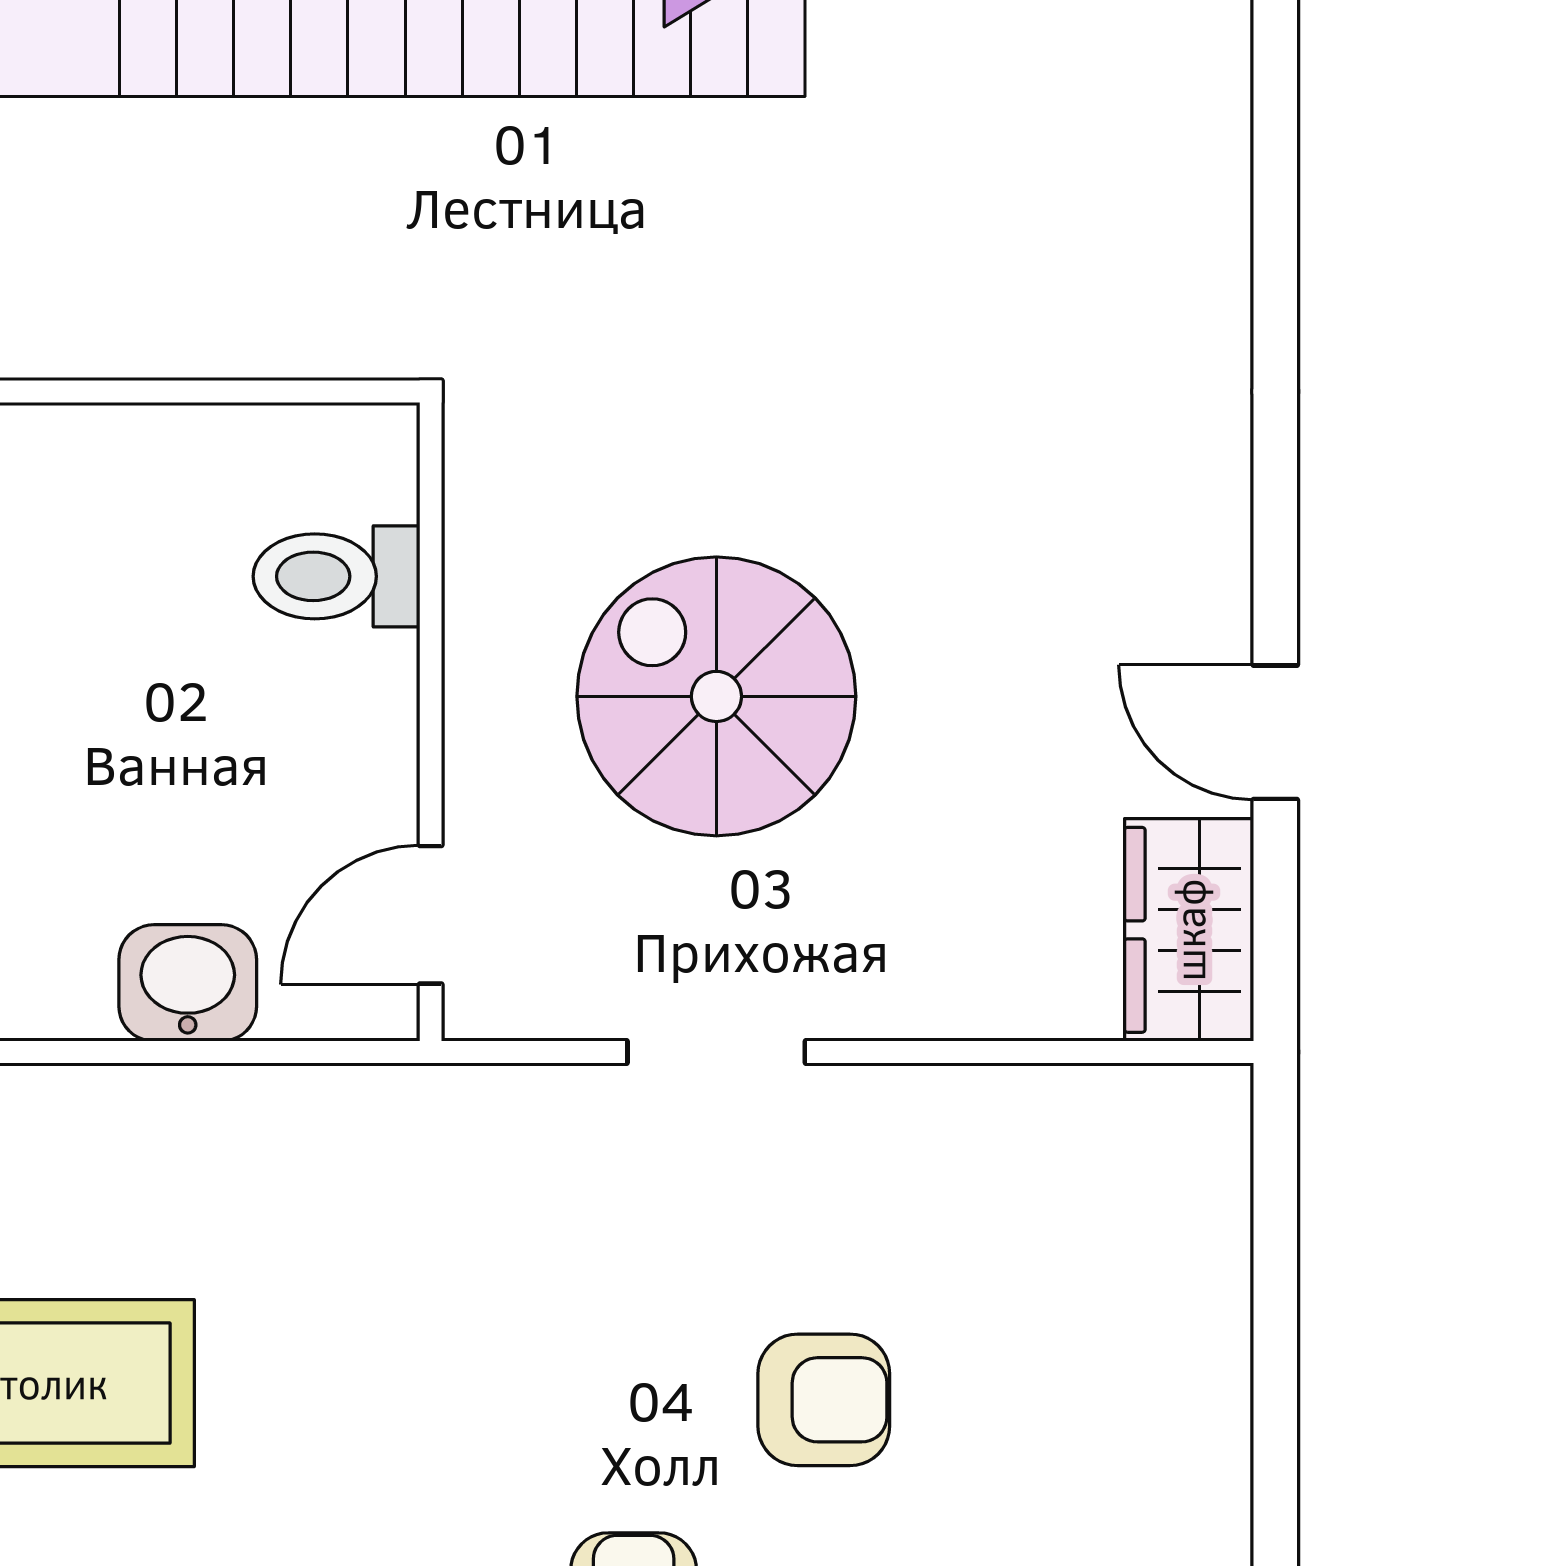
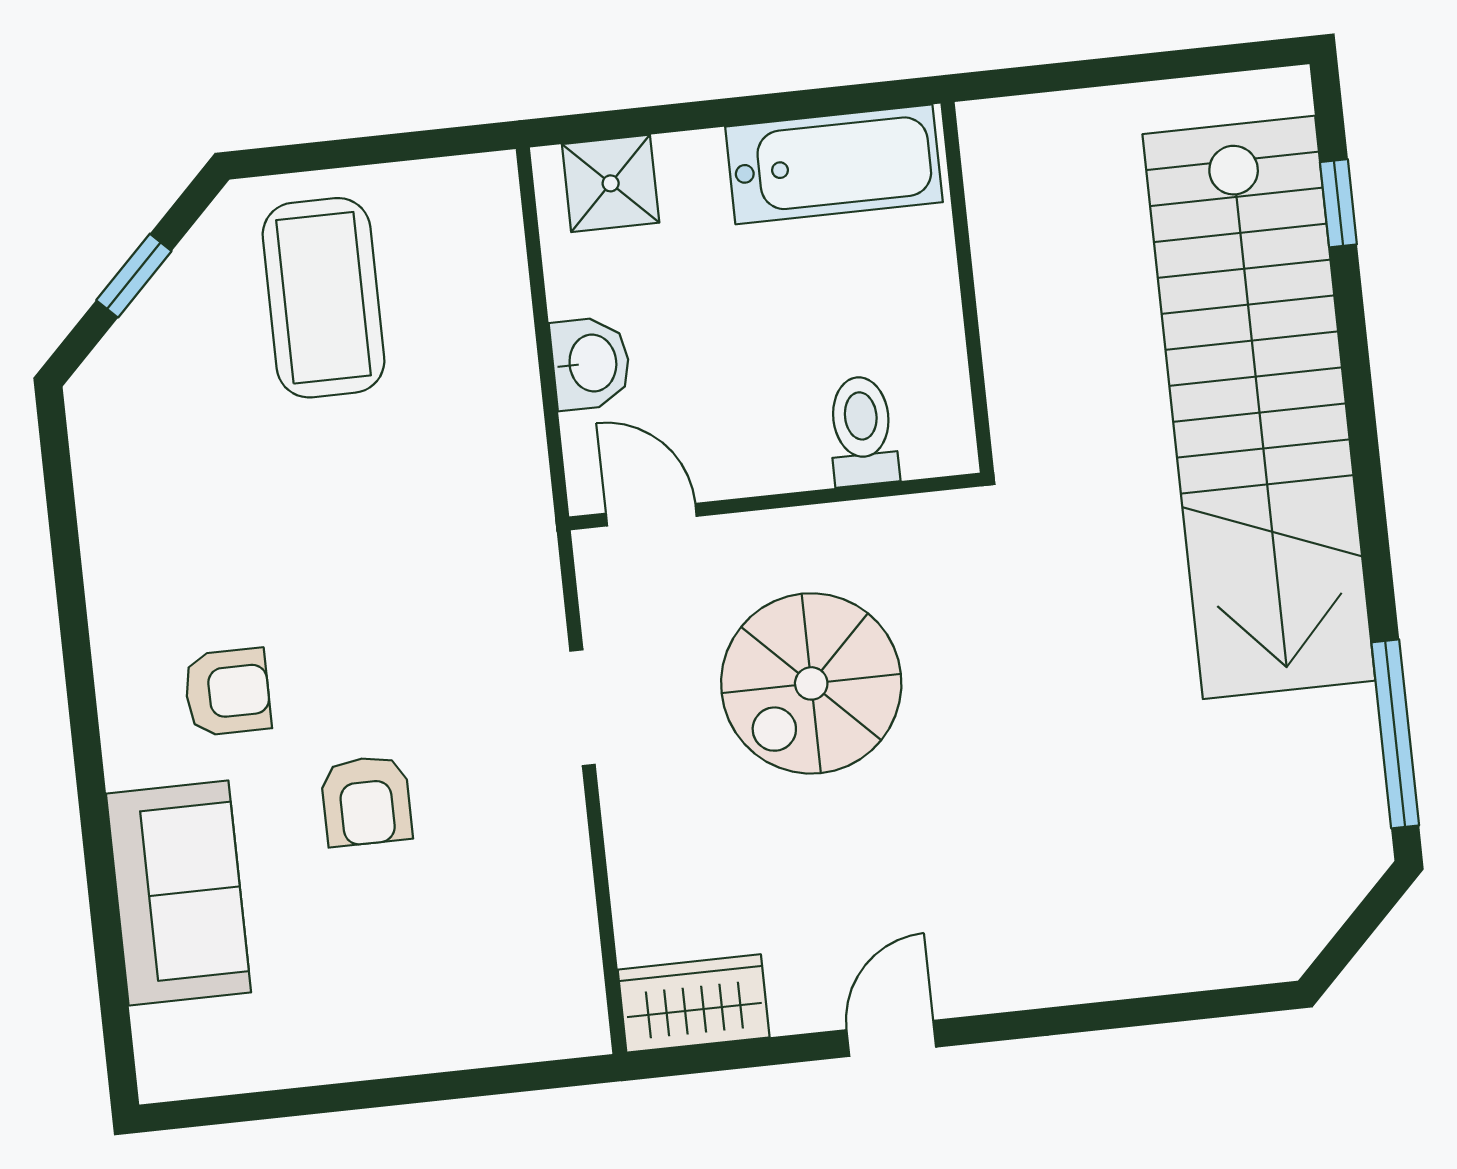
spiral stairs: (716, 696) -> (811, 683), turned 180
door: (1275, 732) -> (891, 1038), moved

